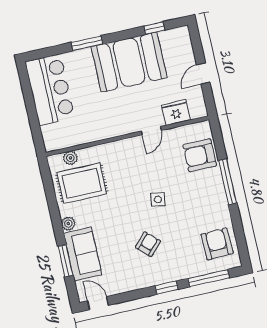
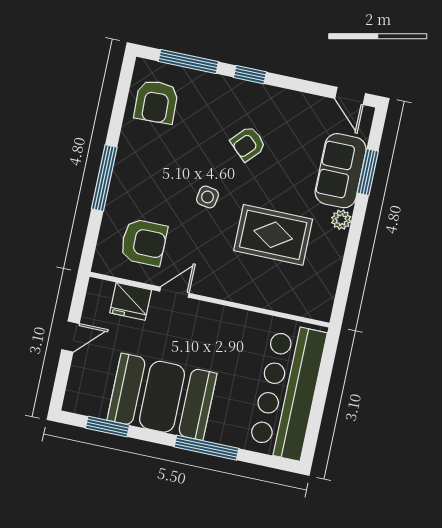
window: (154, 28) -> (108, 427), width x1.50
window: (87, 43) -> (206, 448), width x1.44
bar counter: (50, 90) -> (288, 391), width x1.36
armchair: (200, 155) -> (144, 242), moved
plant: (70, 158) -> (298, 305), removed
rug: (82, 183) -> (273, 235), moved

